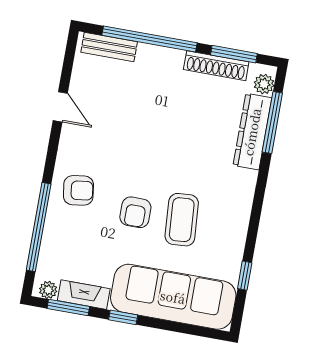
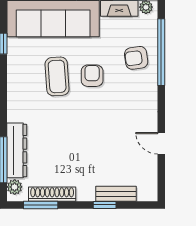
window: (150, 39) -> (105, 205), width x0.32
bench: (109, 47) -> (116, 194), moved
armchair: (78, 190) -> (136, 58), moved

